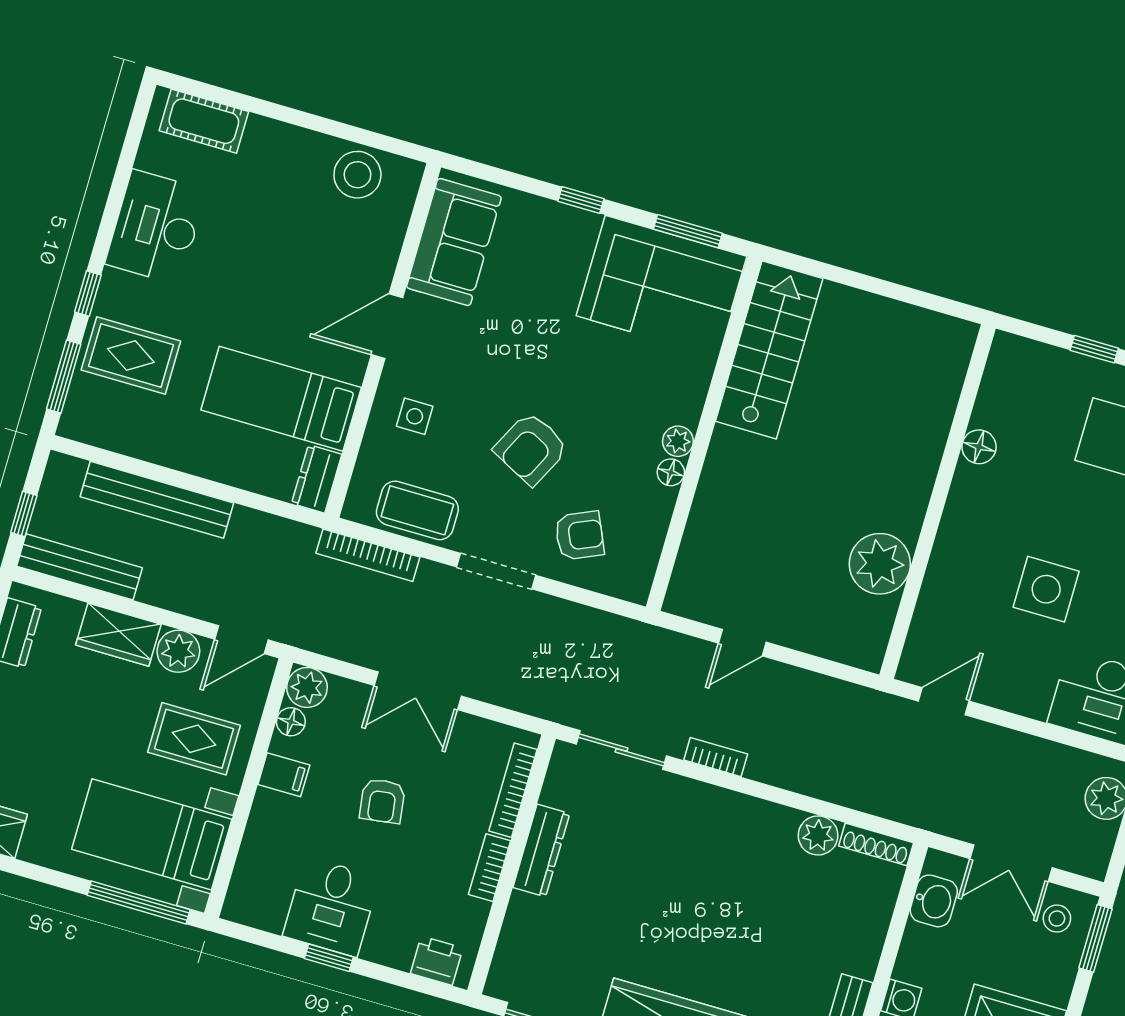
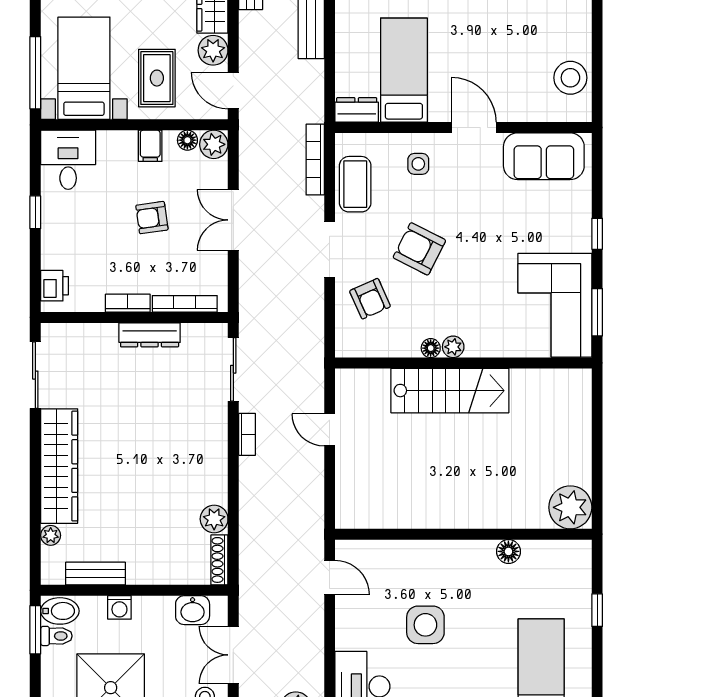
stairs: (769, 350) -> (450, 391), moved
plant: (880, 564) -> (570, 507), moved
desk: (331, 907) -> (68, 160), moved, turned 90

